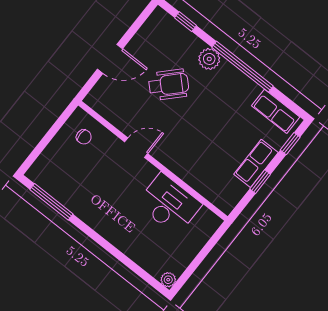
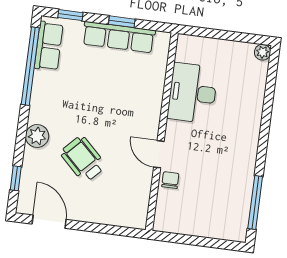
door: (110, 59) -> (49, 222), moved
window: (243, 67) -> (30, 66), moved
chair: (84, 137) -> (170, 180), moved
row of seats: (256, 163) -> (119, 37), width x1.48

